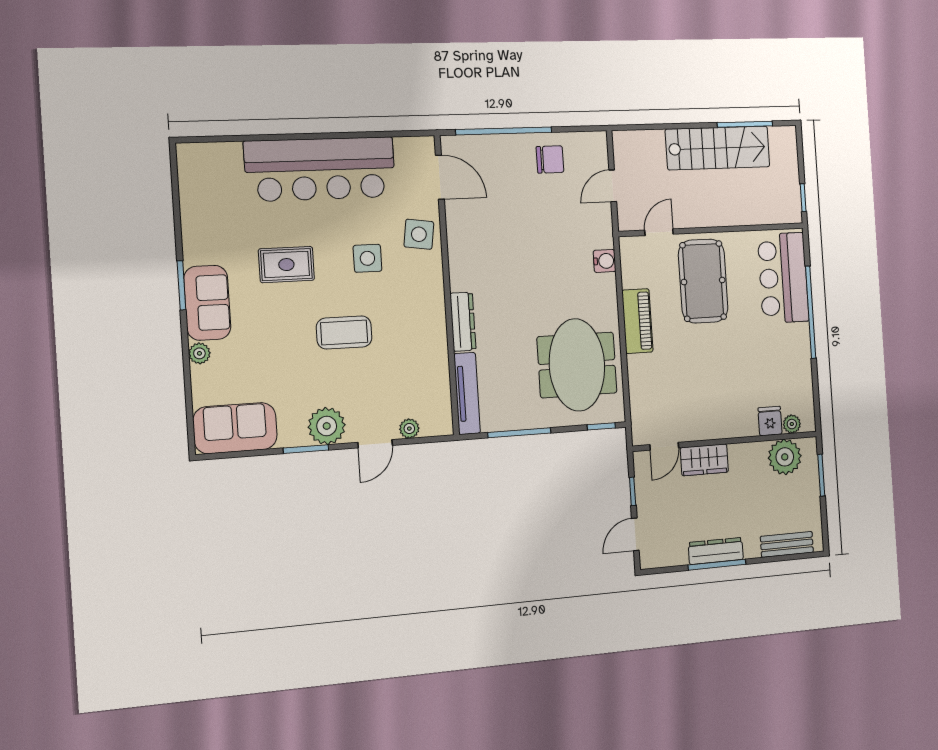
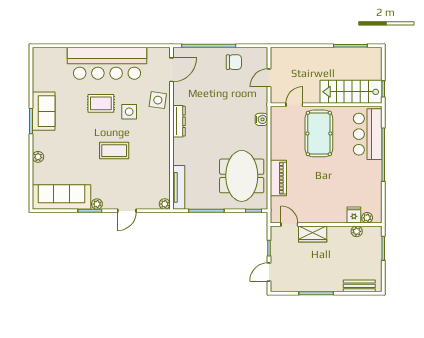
stairs: (718, 148) -> (351, 92), moved, turned 180
door: (440, 177) -> (171, 70), hinge flipped
rug: (286, 265) -> (101, 103), moved
sofa: (207, 303) -> (44, 111), moved
piano: (637, 321) -> (278, 178), moved
dresser: (463, 322) -> (179, 121), moved
plant: (327, 426) -> (97, 204), width x0.53, depth x0.53
sofa: (235, 428) -> (61, 197), width x1.36
plant: (409, 429) -> (165, 204), moved
door: (664, 446) -> (289, 225), swing flipped
plant: (785, 457) -> (357, 231), width x0.53, depth x0.53
dresser: (716, 551) -> (316, 286), removed

